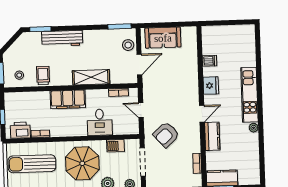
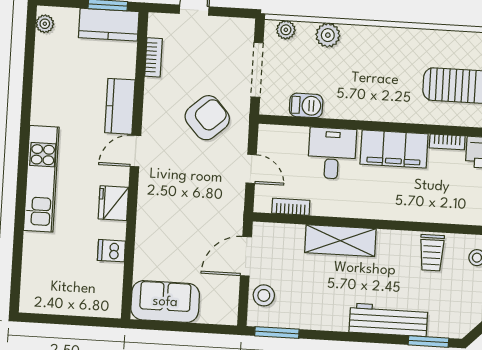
sofa: (163, 38) -> (165, 302), moved
filing cabinet: (68, 99) -> (394, 149), moved, turned 180
plant: (254, 128) -> (45, 24), moved
parasol: (82, 163) -> (373, 78), removed

